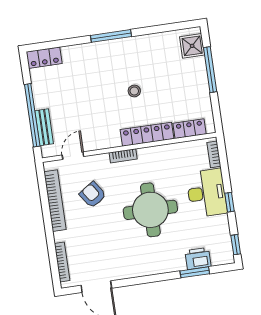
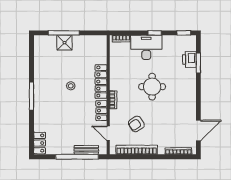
shower: (192, 46) -> (65, 43), moved
locker: (189, 129) -> (101, 111), moved
round table: (150, 210) -> (152, 87), width x0.73, depth x0.73

